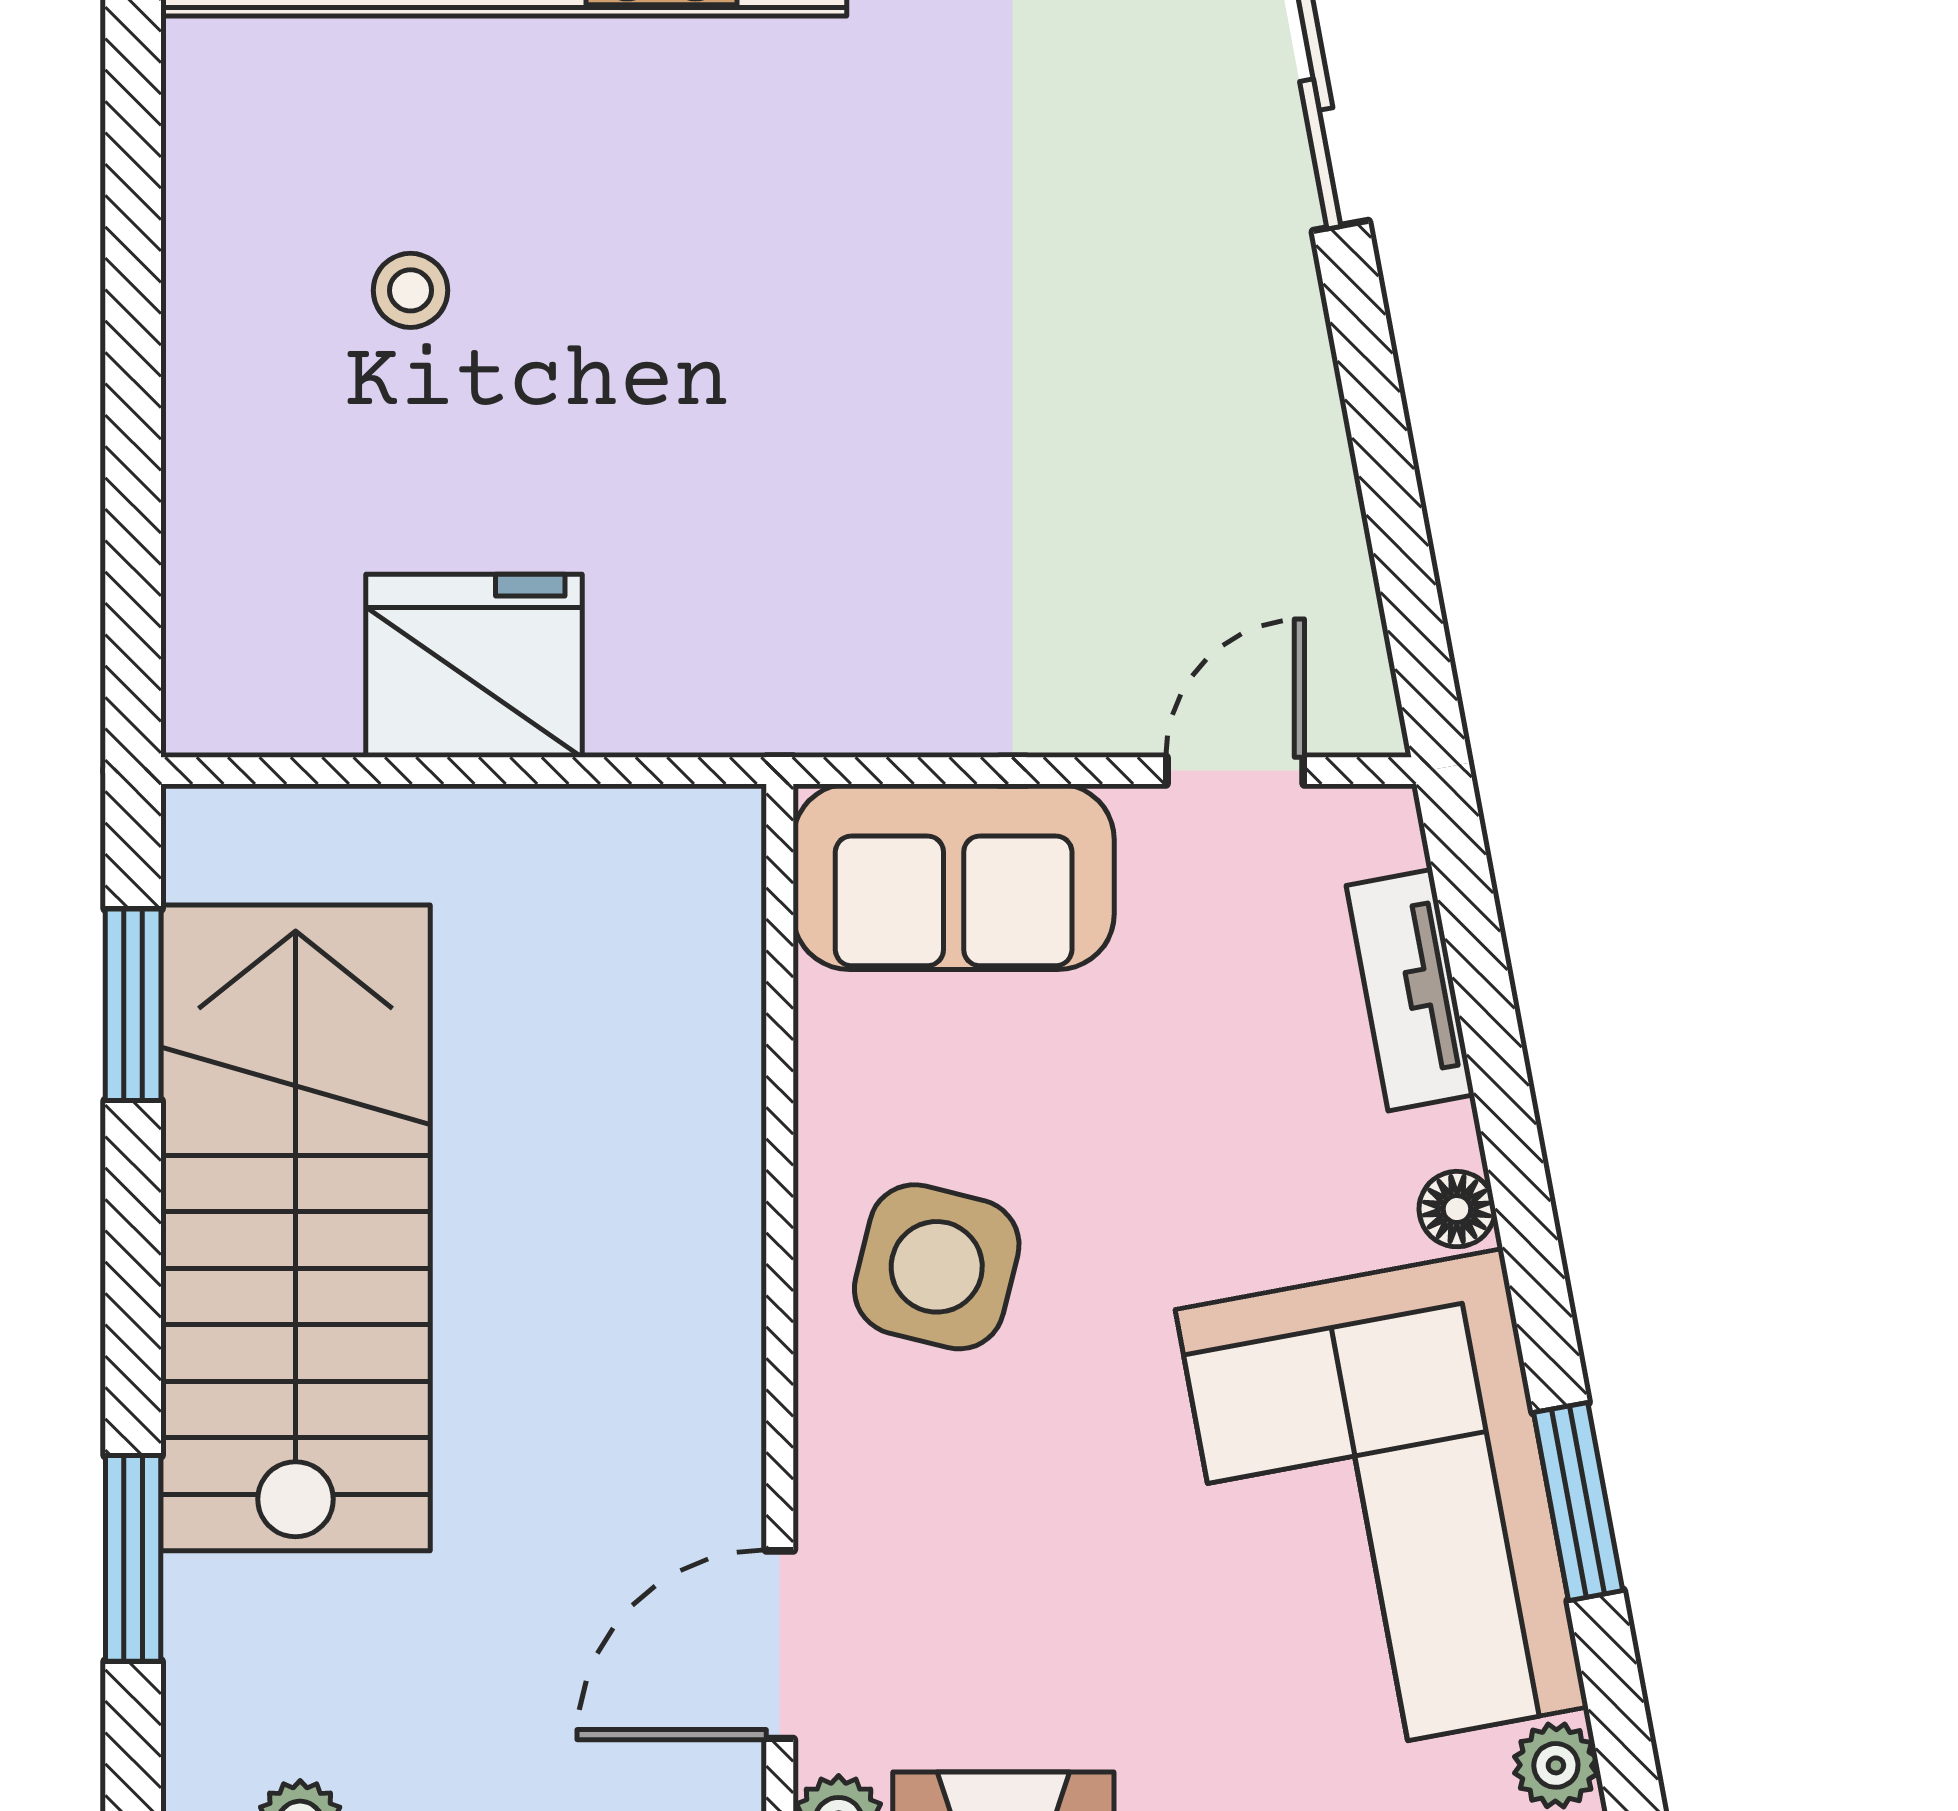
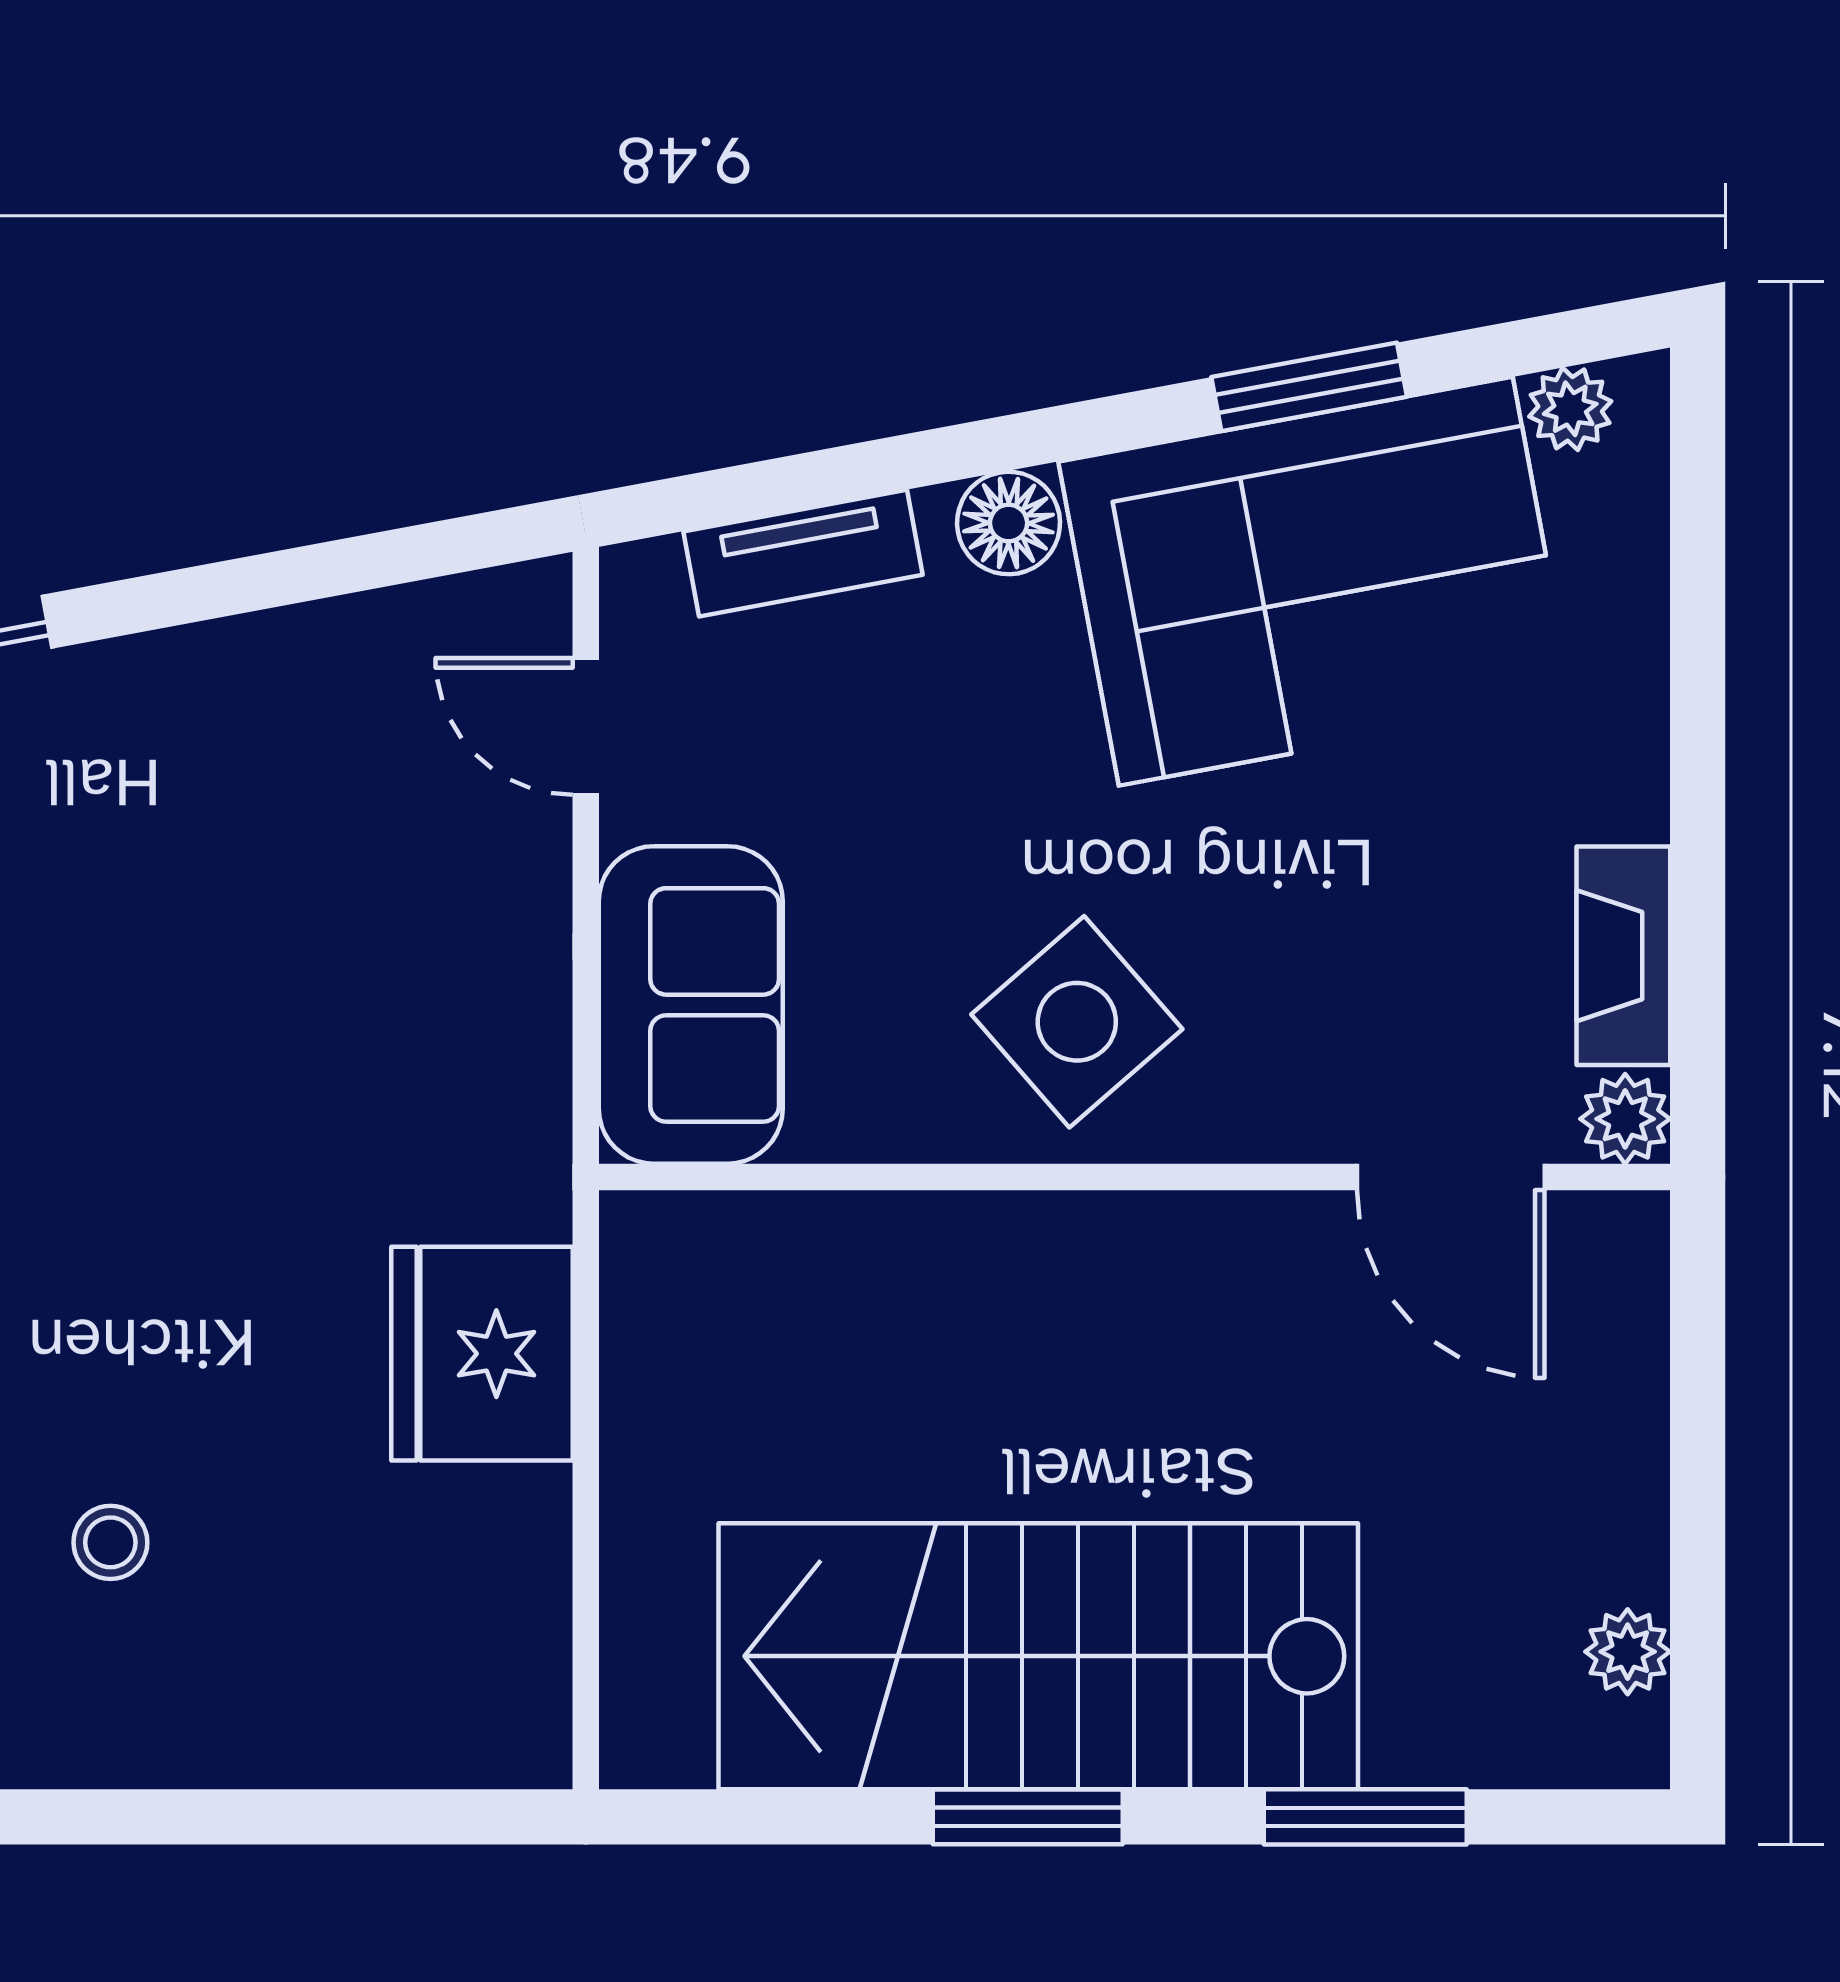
fridge: (474, 666) -> (482, 1354), moved
window: (133, 1005) -> (1028, 1817), moved
floor lamp: (1457, 1209) -> (1009, 523), width x1.37, depth x1.37
side table: (937, 1267) -> (1077, 1022), turned 35

